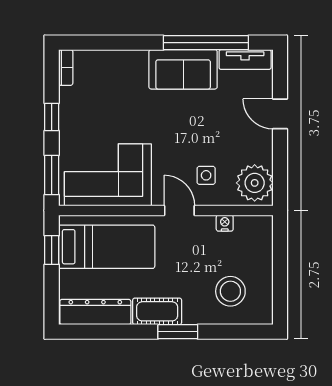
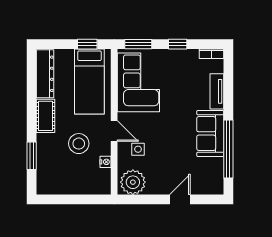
tv unit: (245, 60) -> (217, 91), moved
door: (179, 210) -> (114, 131), hinge flipped
stool: (230, 291) -> (79, 144), moved
window: (178, 332) -> (32, 156), moved

